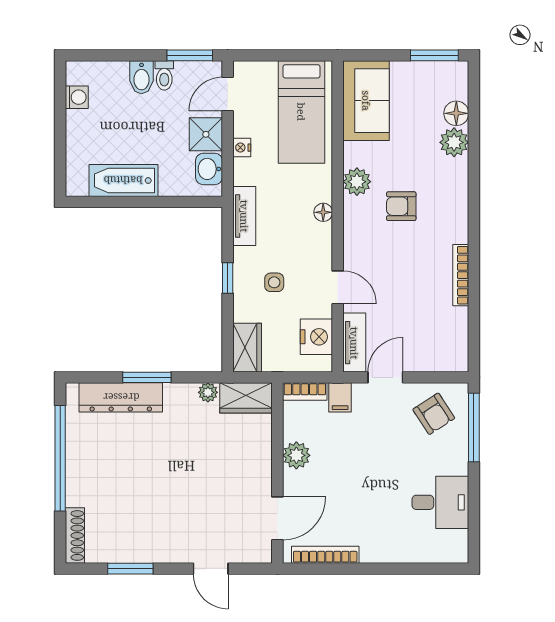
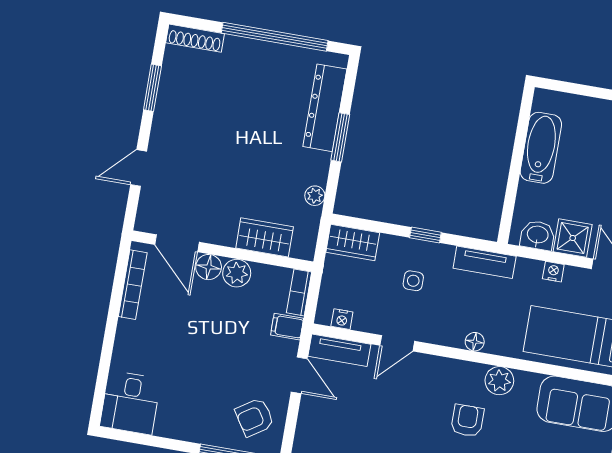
nightstand: (316, 337) -> (342, 319), width x0.53, depth x0.56
wardrobe: (246, 398) -> (265, 237), moved, turned 90
floor lamp: (295, 484) -> (209, 267), added
desk: (440, 502) -> (130, 403), moved

